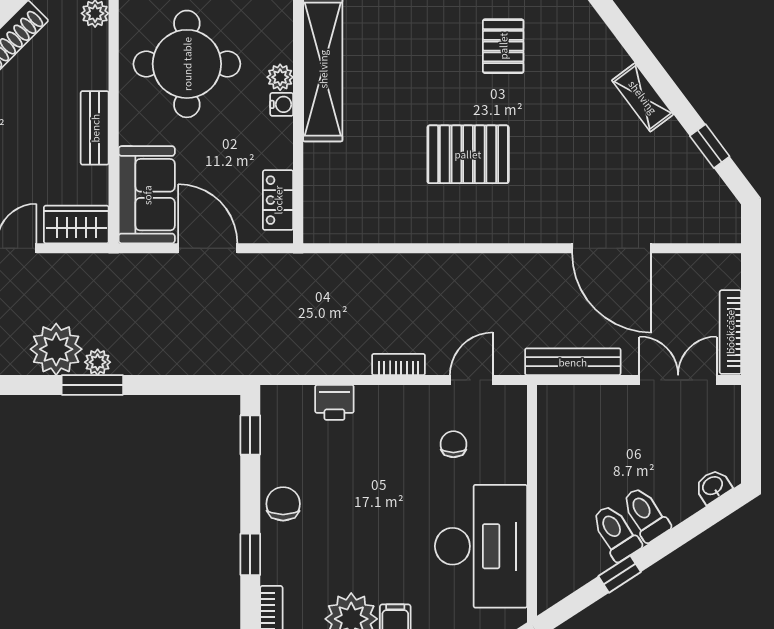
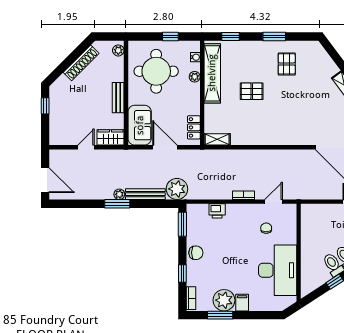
water cooler: (282, 104) -> (195, 57), moved
pallet: (468, 154) -> (252, 91), moved, width x0.67, depth x0.71
shelving: (335, 229) -> (217, 139), added
plant: (56, 349) -> (177, 189), moved
bench: (573, 362) -> (145, 194), moved
window: (250, 435) -> (182, 224), width x1.50
chair: (283, 504) -> (196, 253), turned 90

